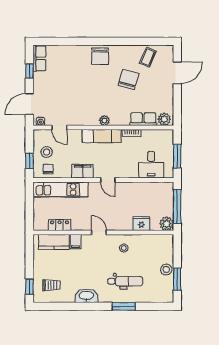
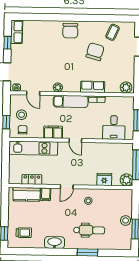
row of seats: (143, 119) -> (93, 87), moved
plant: (104, 120) -> (58, 87), moved
door: (99, 232) -> (67, 187), swing flipped

